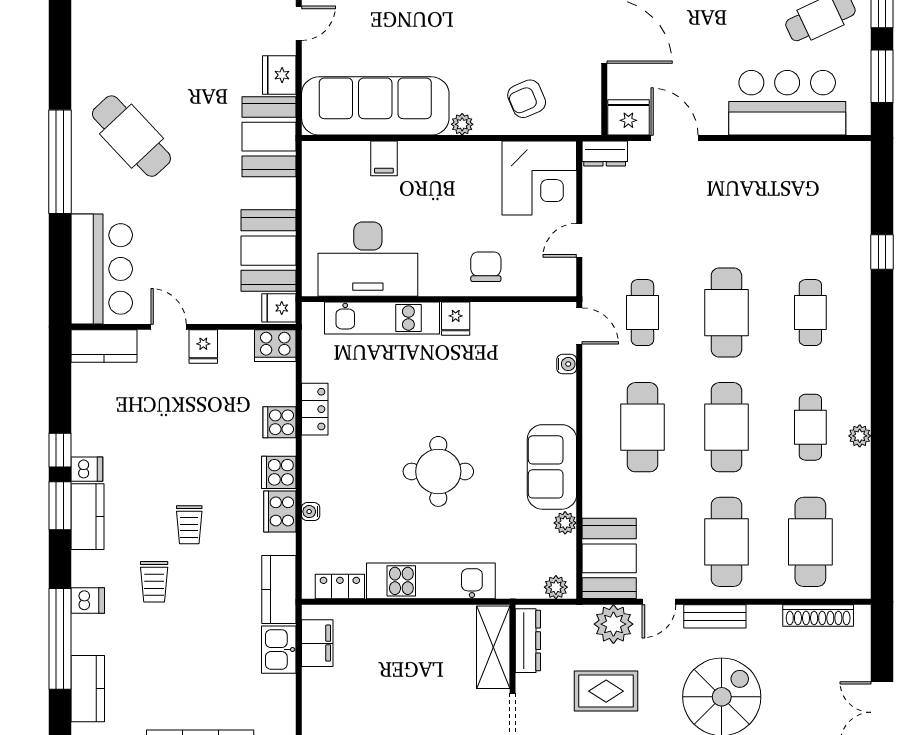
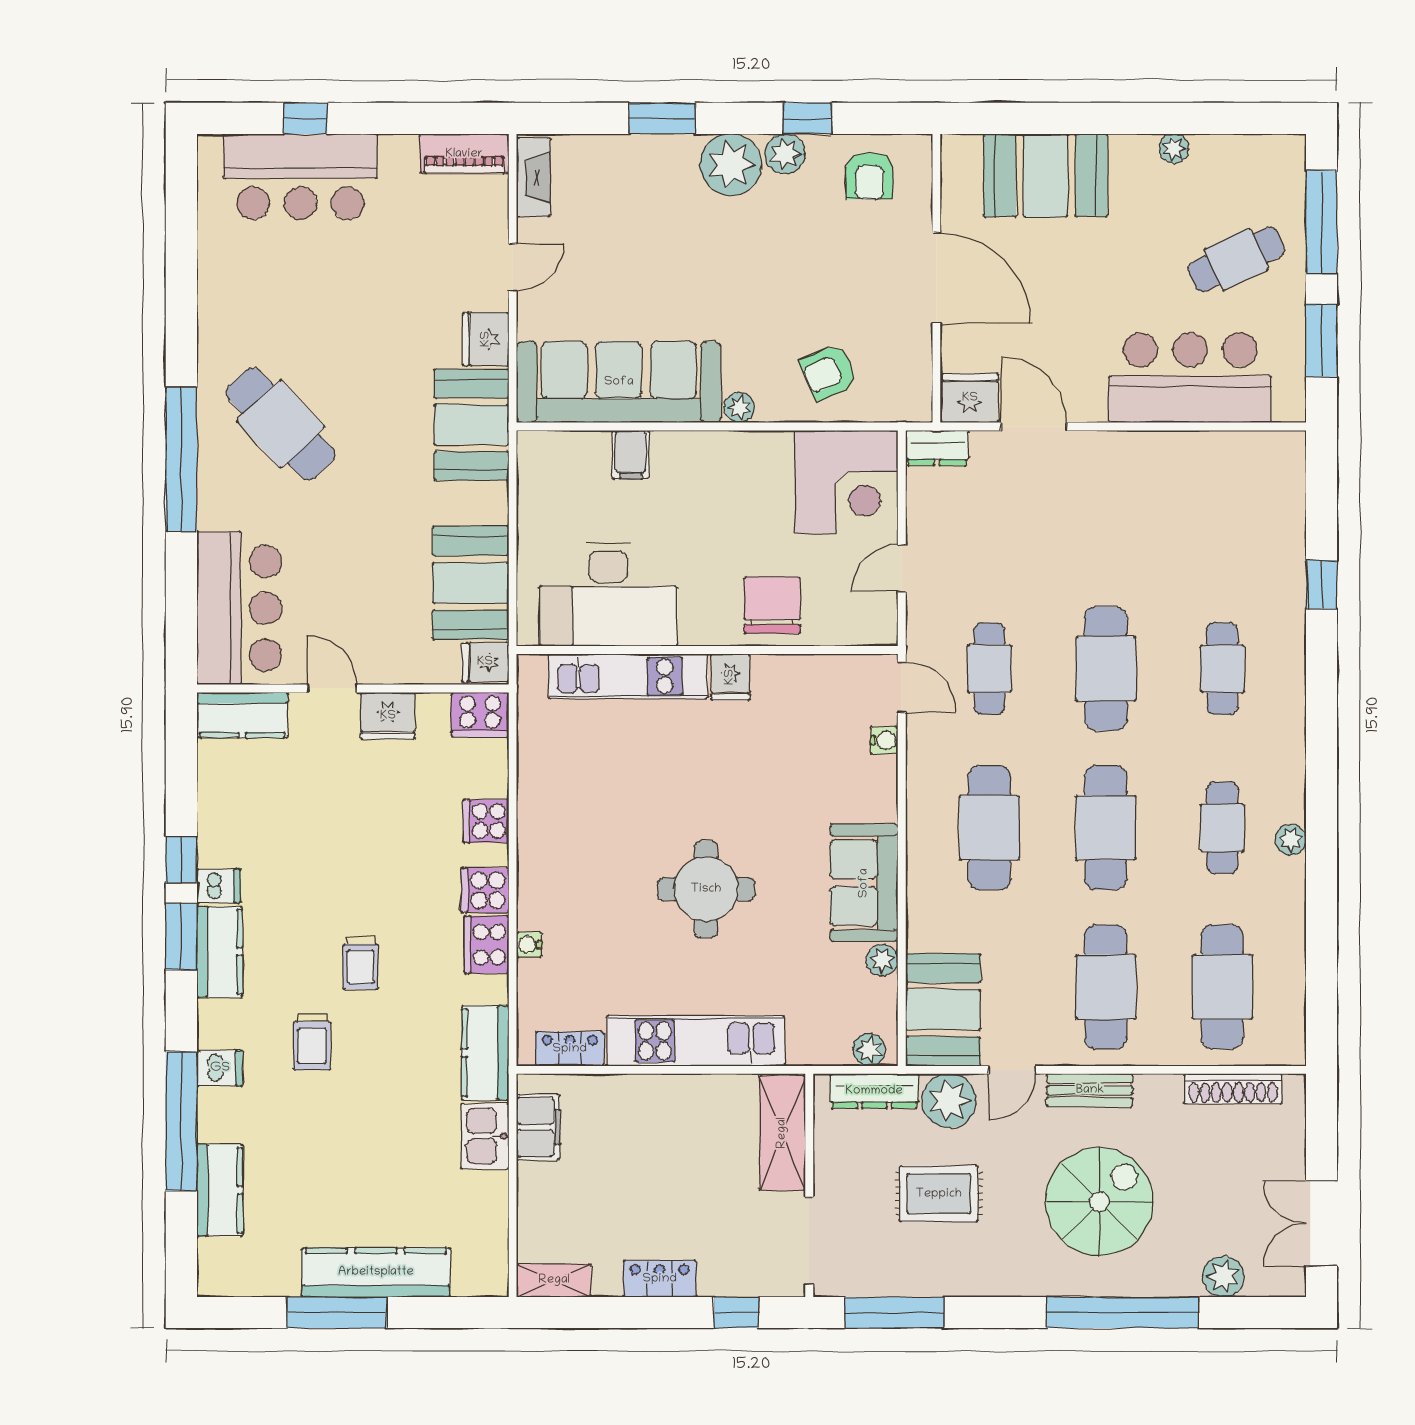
chair: (486, 267) -> (772, 605), width x1.37, depth x1.37
fridge: (203, 346) -> (388, 716), width x1.38
locker: (315, 409) -> (535, 803), removed
dresser: (528, 641) -> (874, 1091), moved, turned 90

